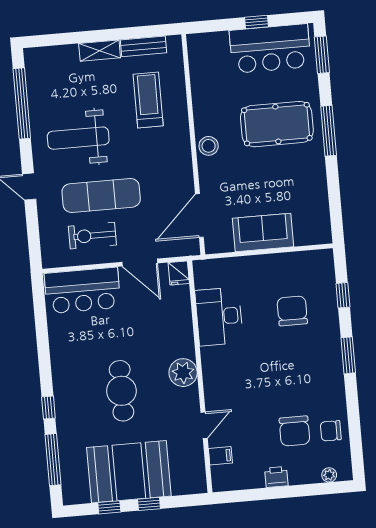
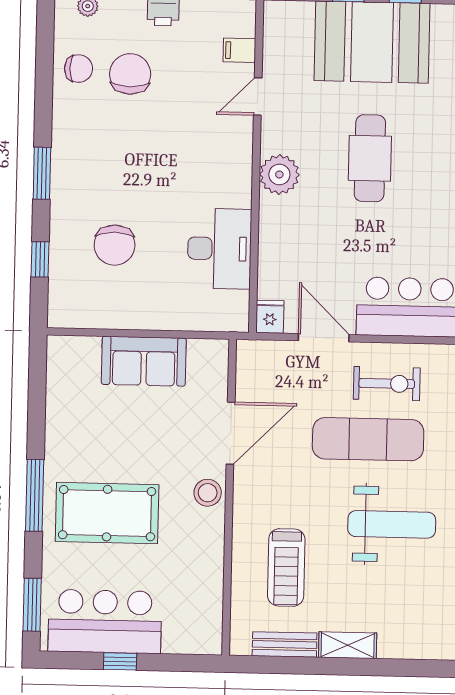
door: (199, 216) -> (231, 433), moved

